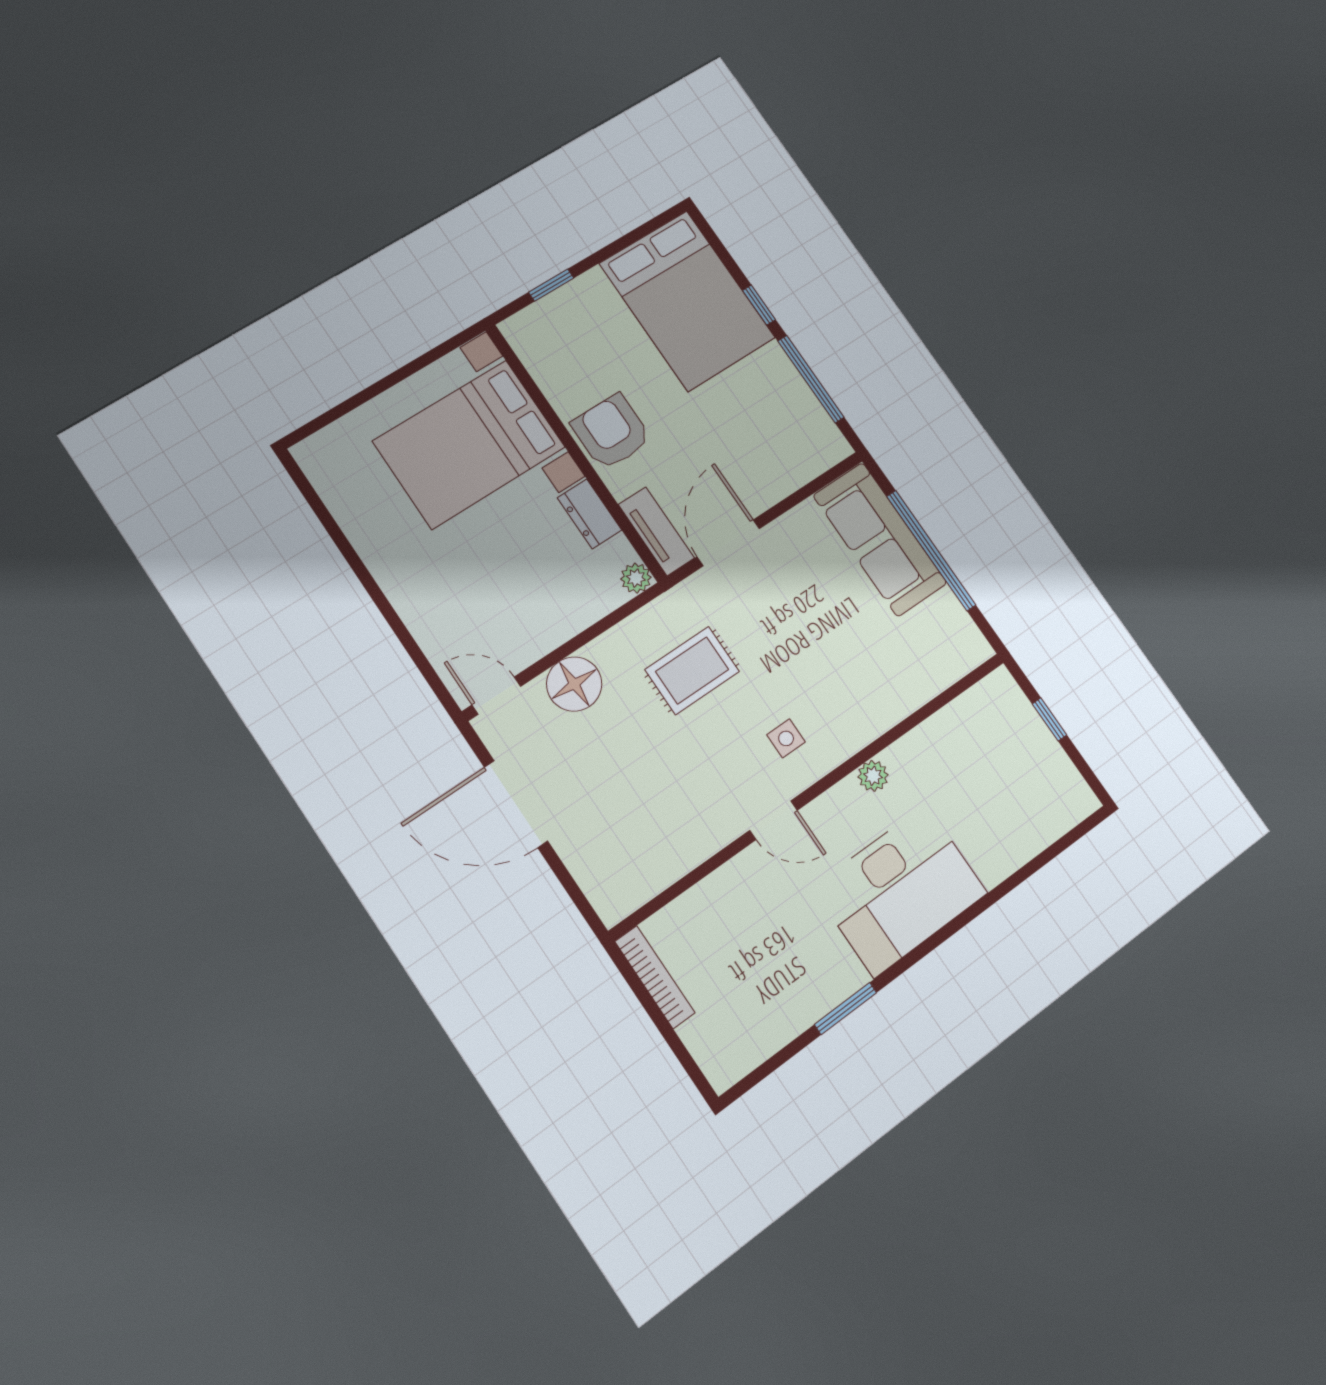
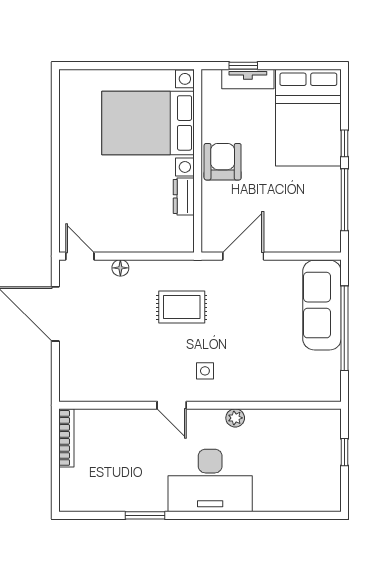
tv unit: (656, 531) -> (248, 79), moved, turned 90
plant: (636, 578) -> (185, 244), removed
floor lamp: (574, 684) -> (120, 268), width x0.53, depth x0.53

